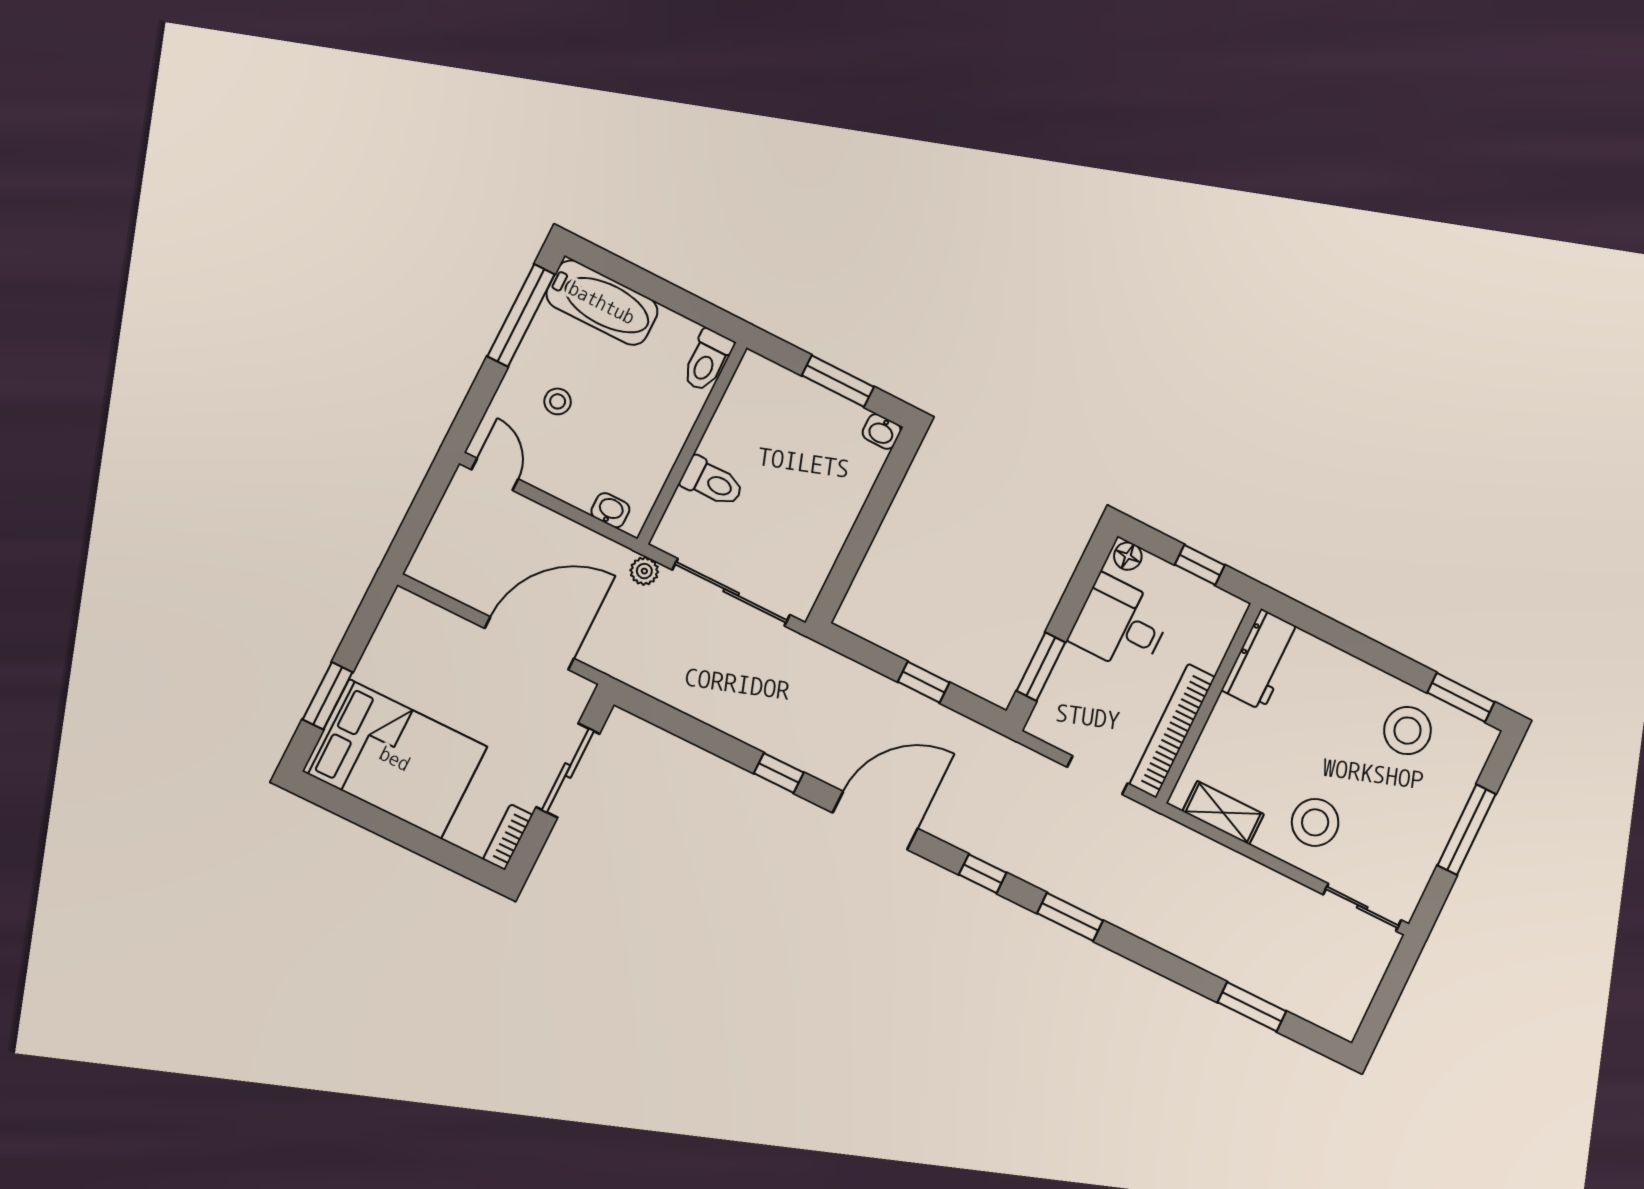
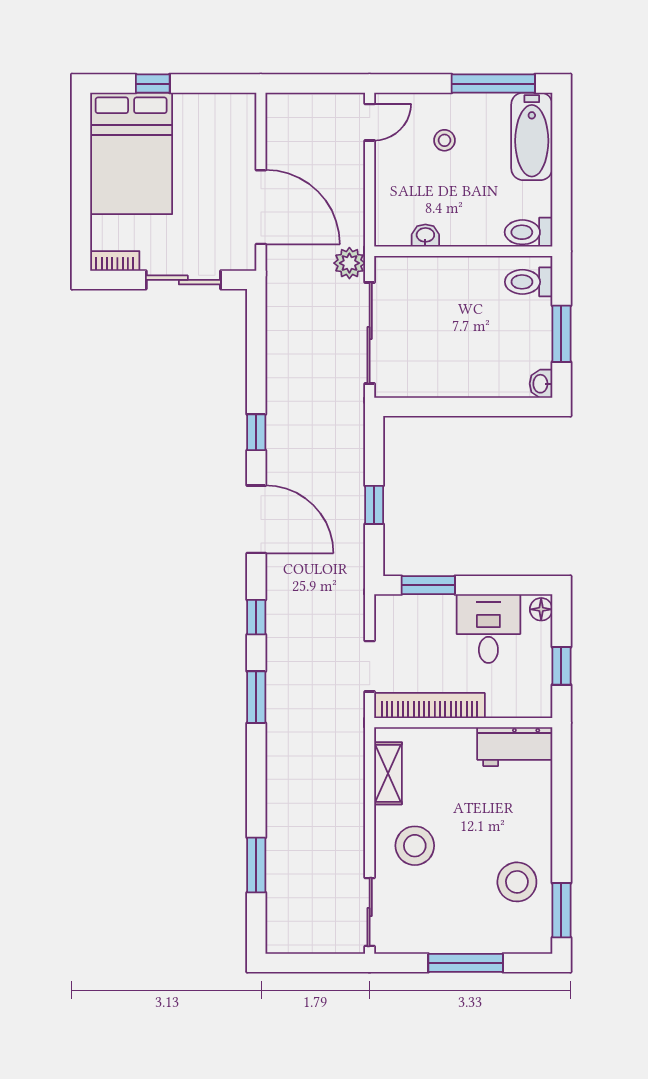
toilet: (712, 482) -> (529, 282), moved, turned 90
washbasin: (610, 510) -> (425, 236), moved, turned -90
plant: (644, 571) -> (349, 263), width x1.38, depth x1.38
window: (328, 696) -> (153, 84), width x0.67

